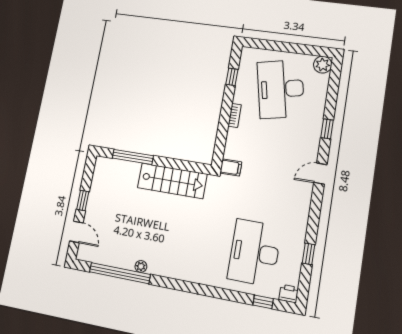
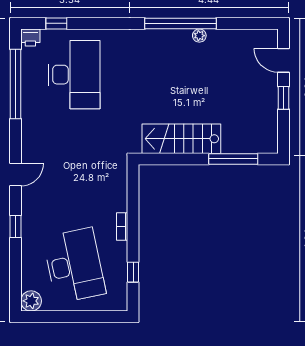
filing cabinet: (231, 168) -> (116, 165), removed
window: (309, 254) -> (16, 84), width x3.17
window: (120, 273) -> (181, 23), moved

